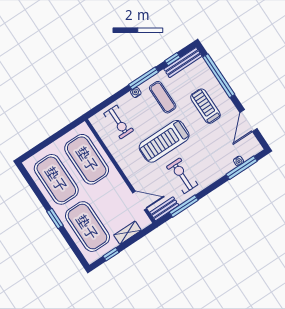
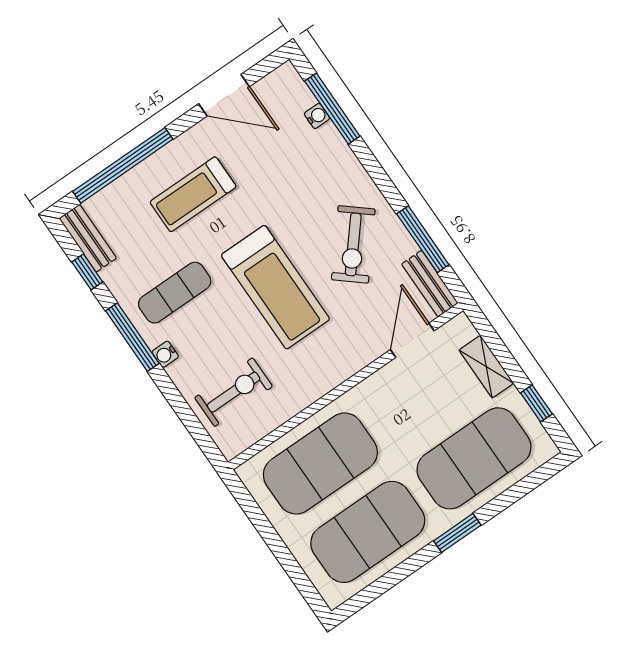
bench: (183, 63) -> (88, 238), width x0.73
exercise bike: (182, 176) -> (353, 244), turned -50

